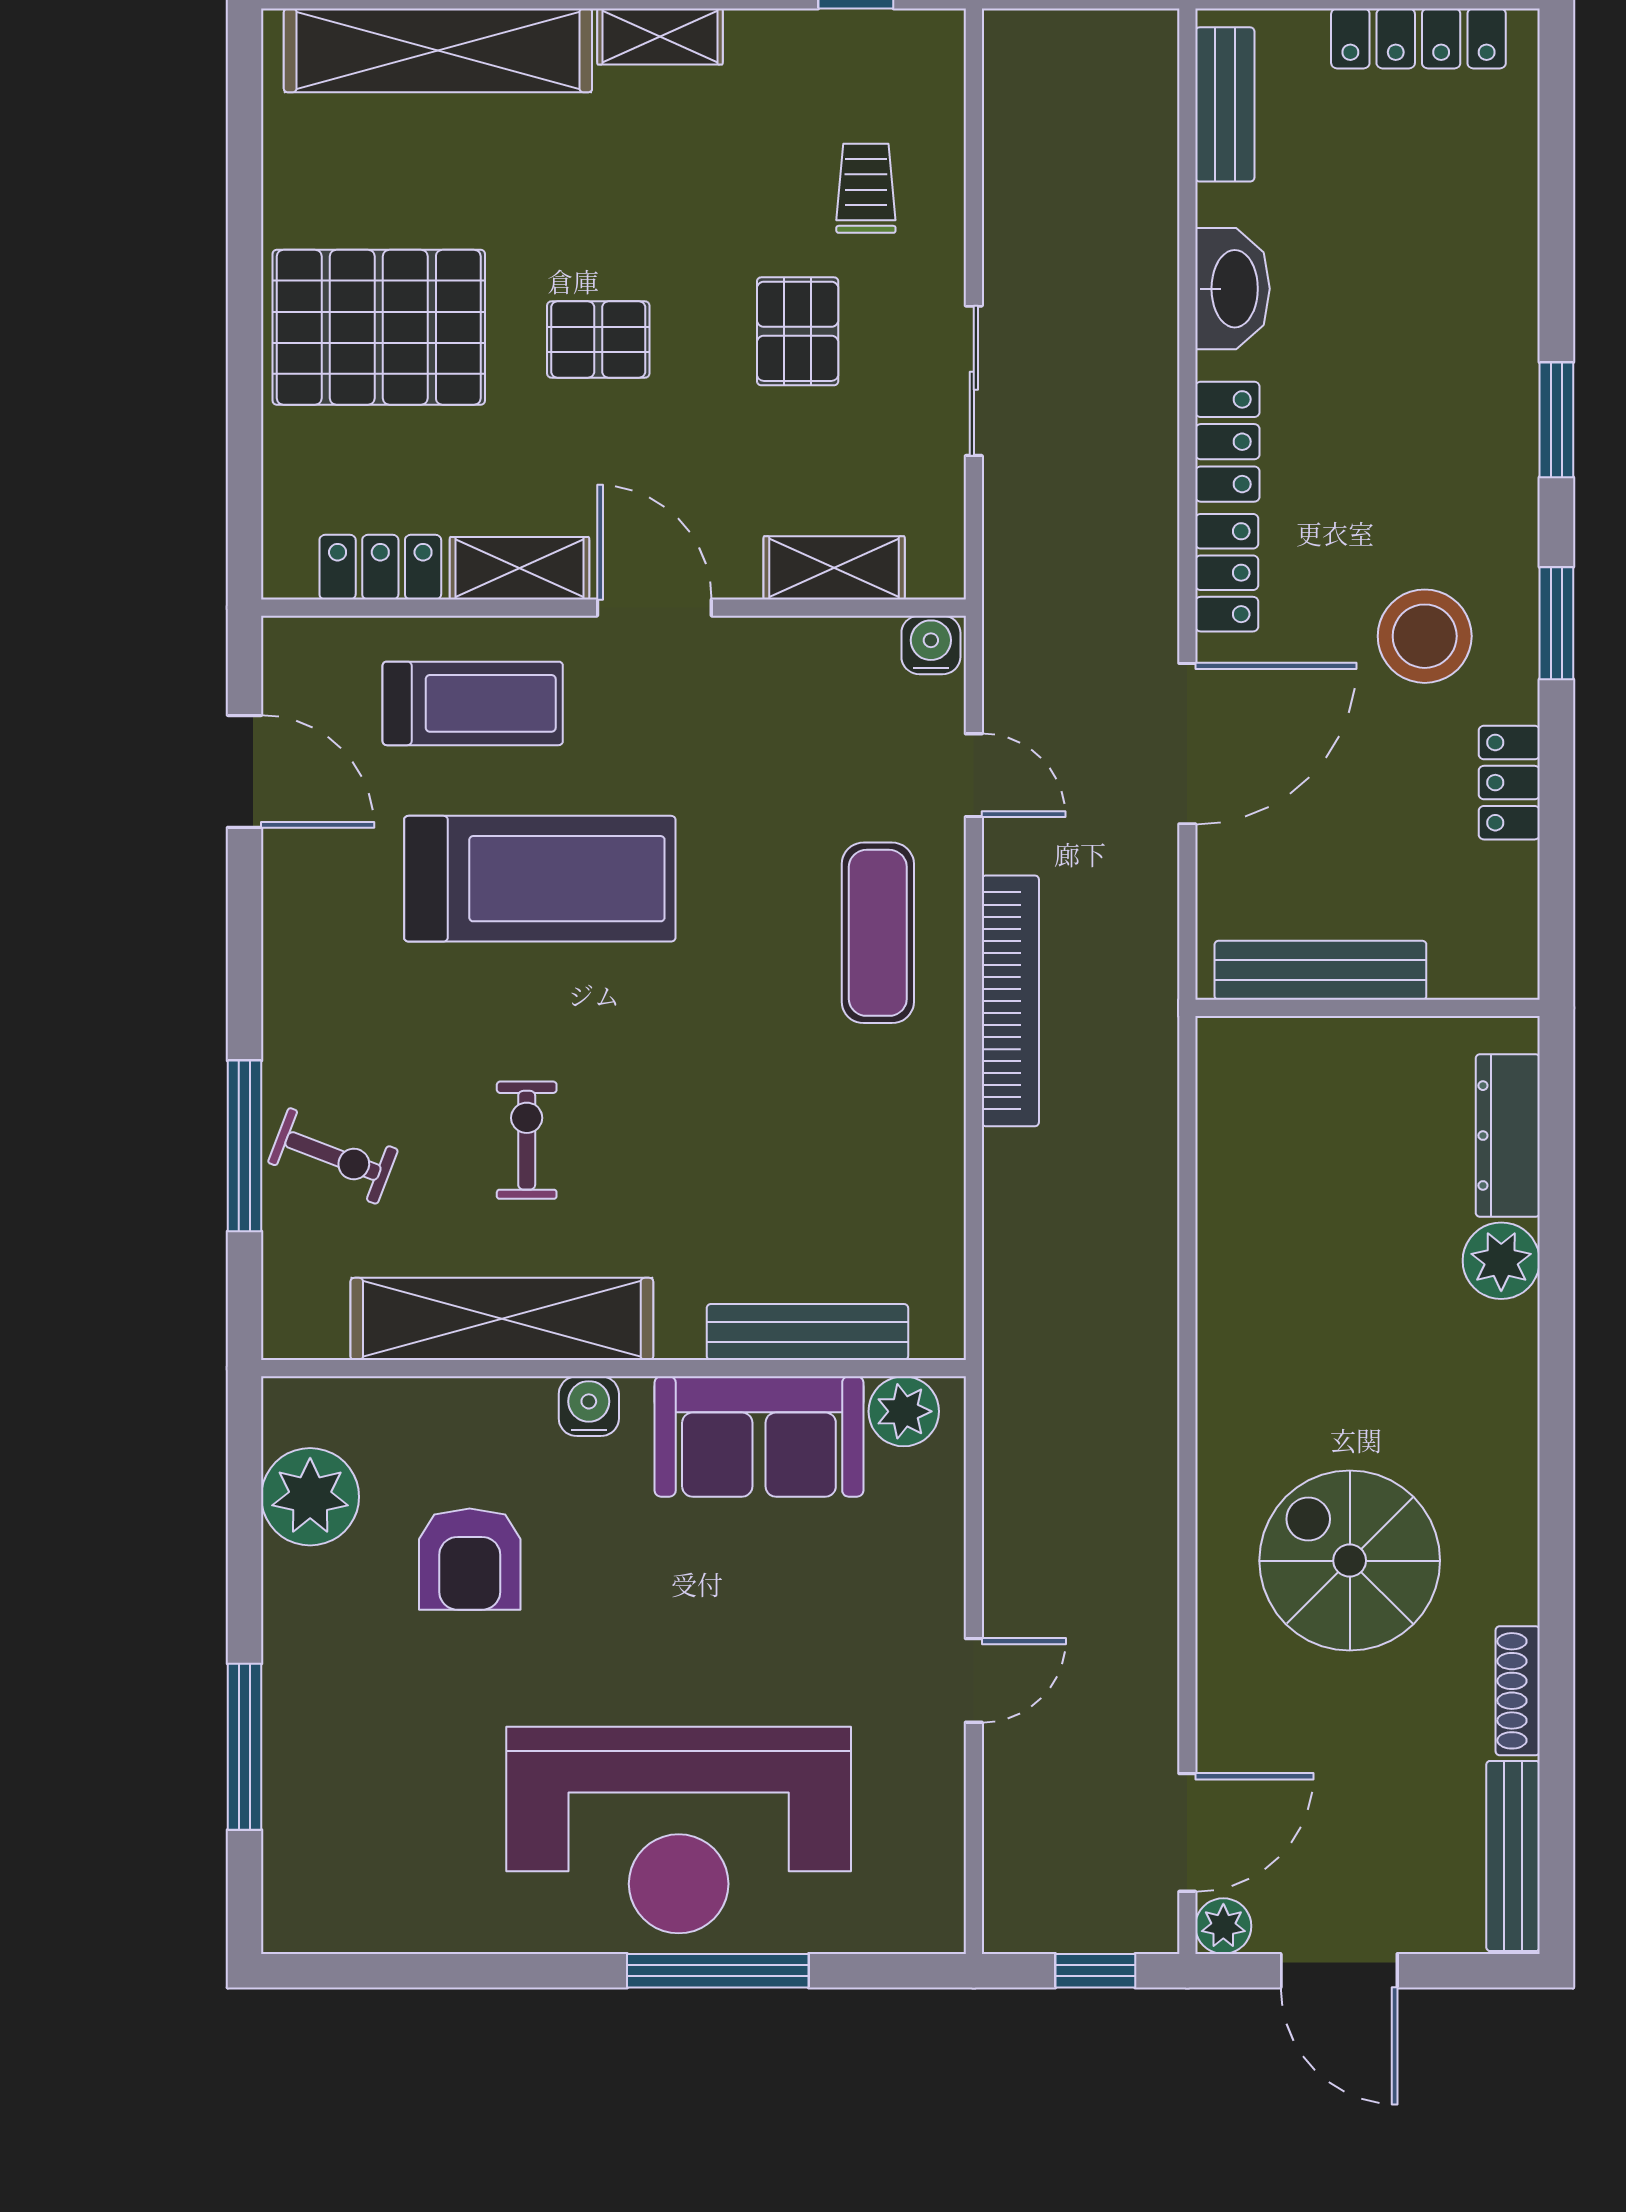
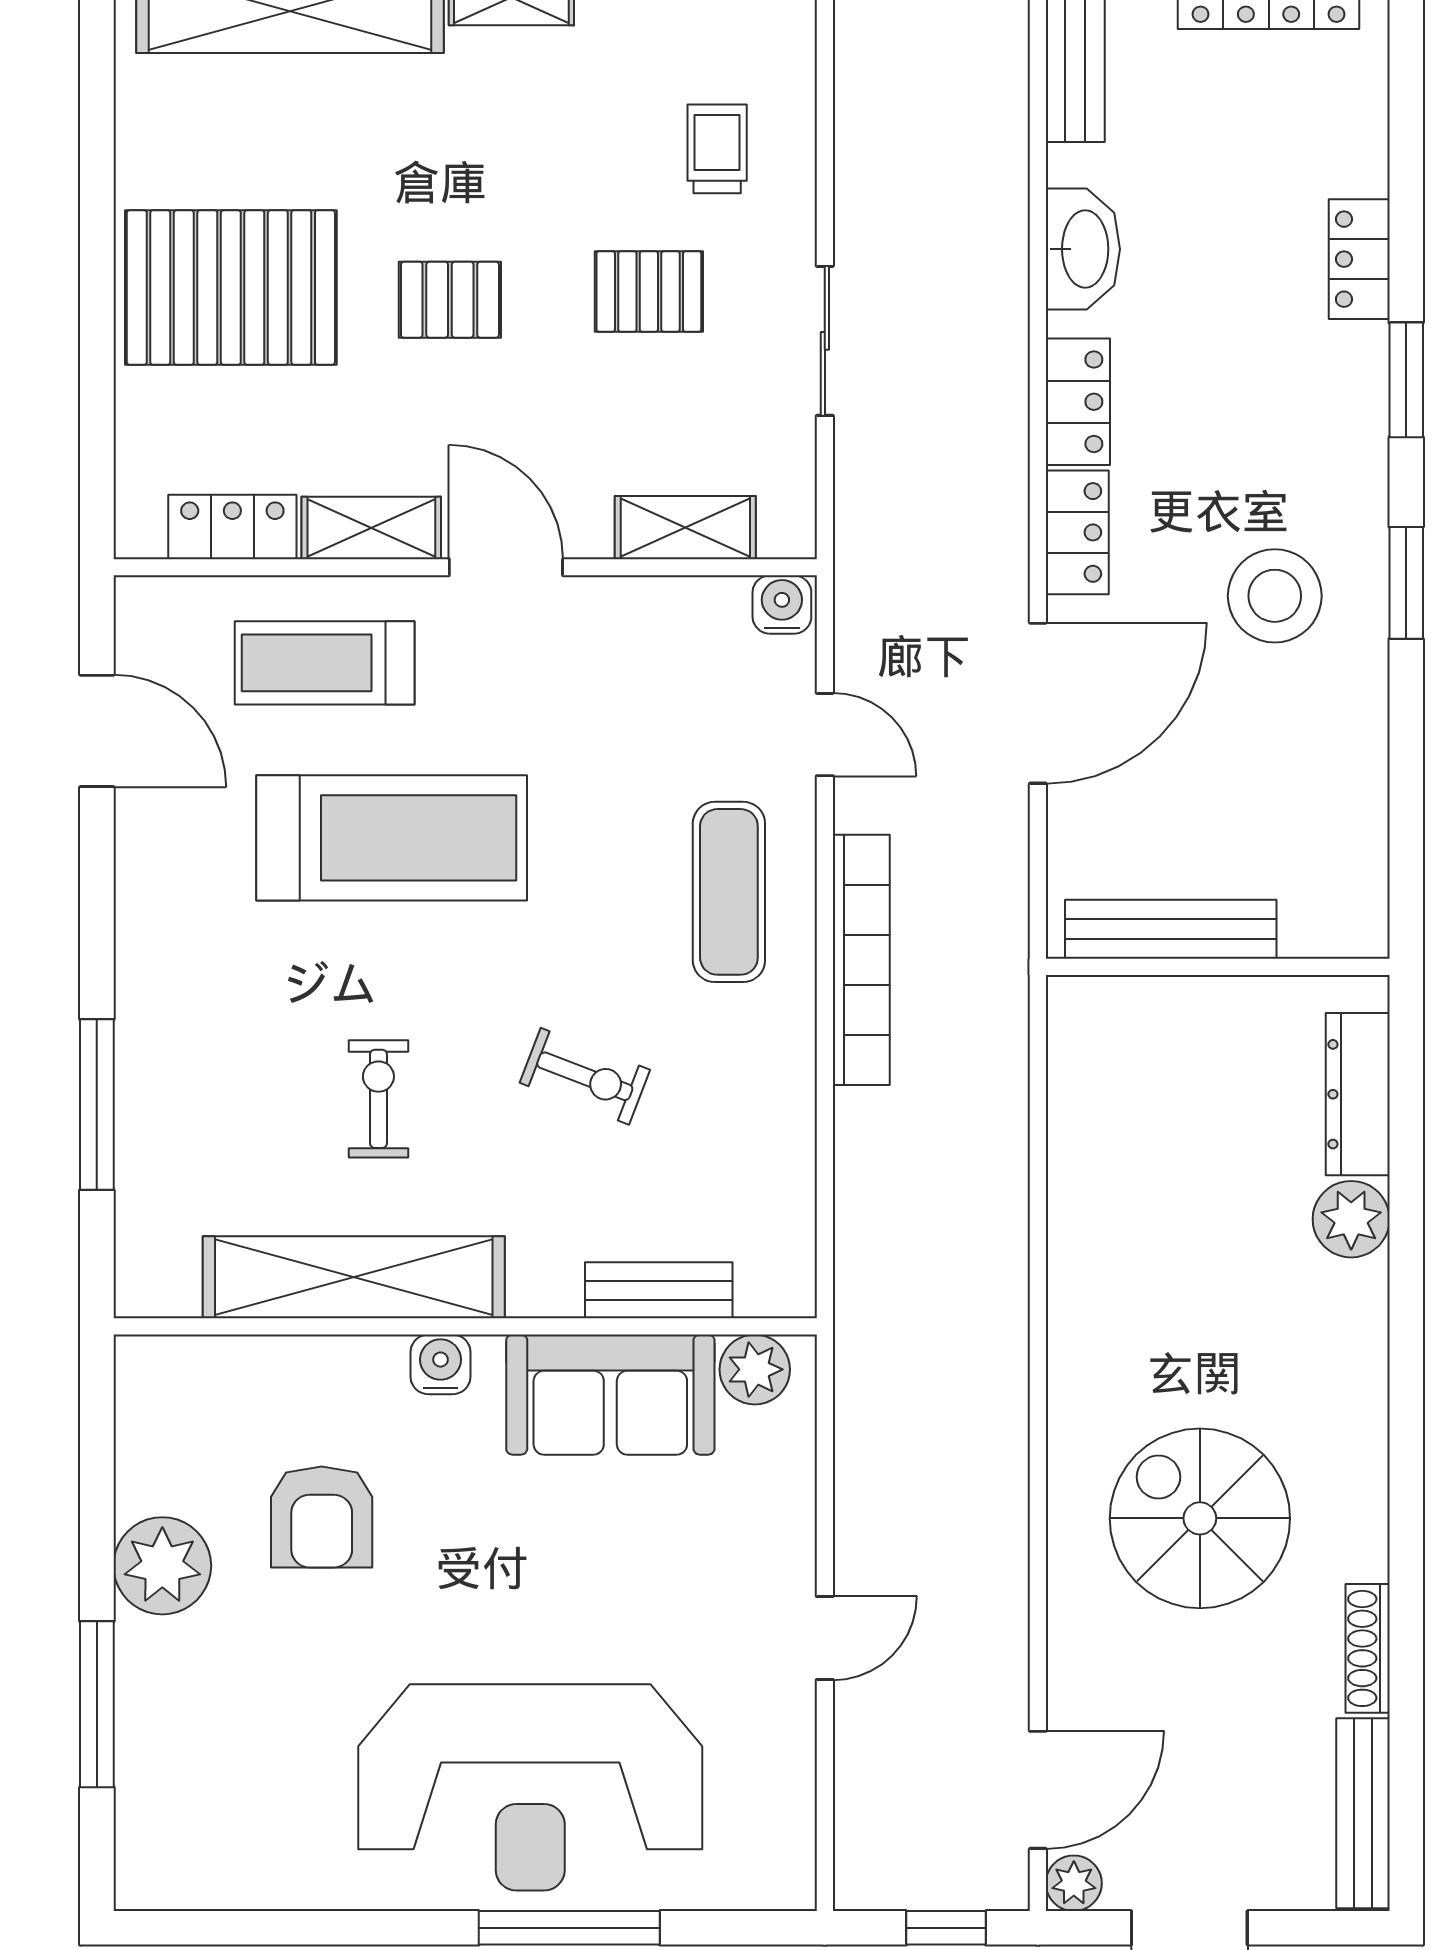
pallet: (798, 331) -> (649, 291), turned 90
treadmill: (473, 703) -> (325, 663), turned 180
locker: (1509, 783) -> (1359, 259), moved
exercise bike: (333, 1156) -> (585, 1076), moved
bench: (807, 1332) -> (659, 1290), width x0.73
plant: (310, 1497) -> (162, 1566), moved

